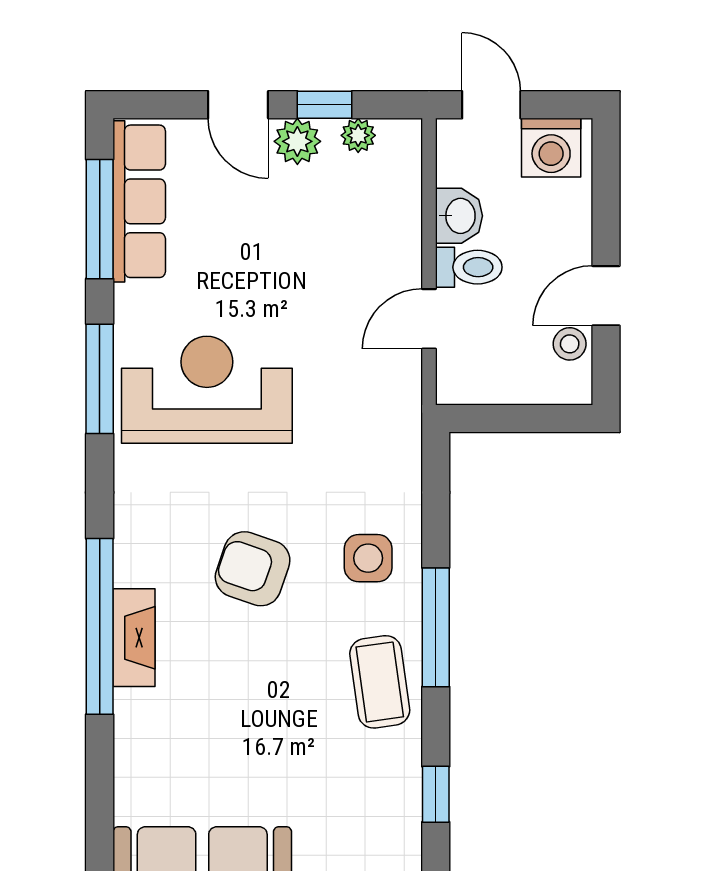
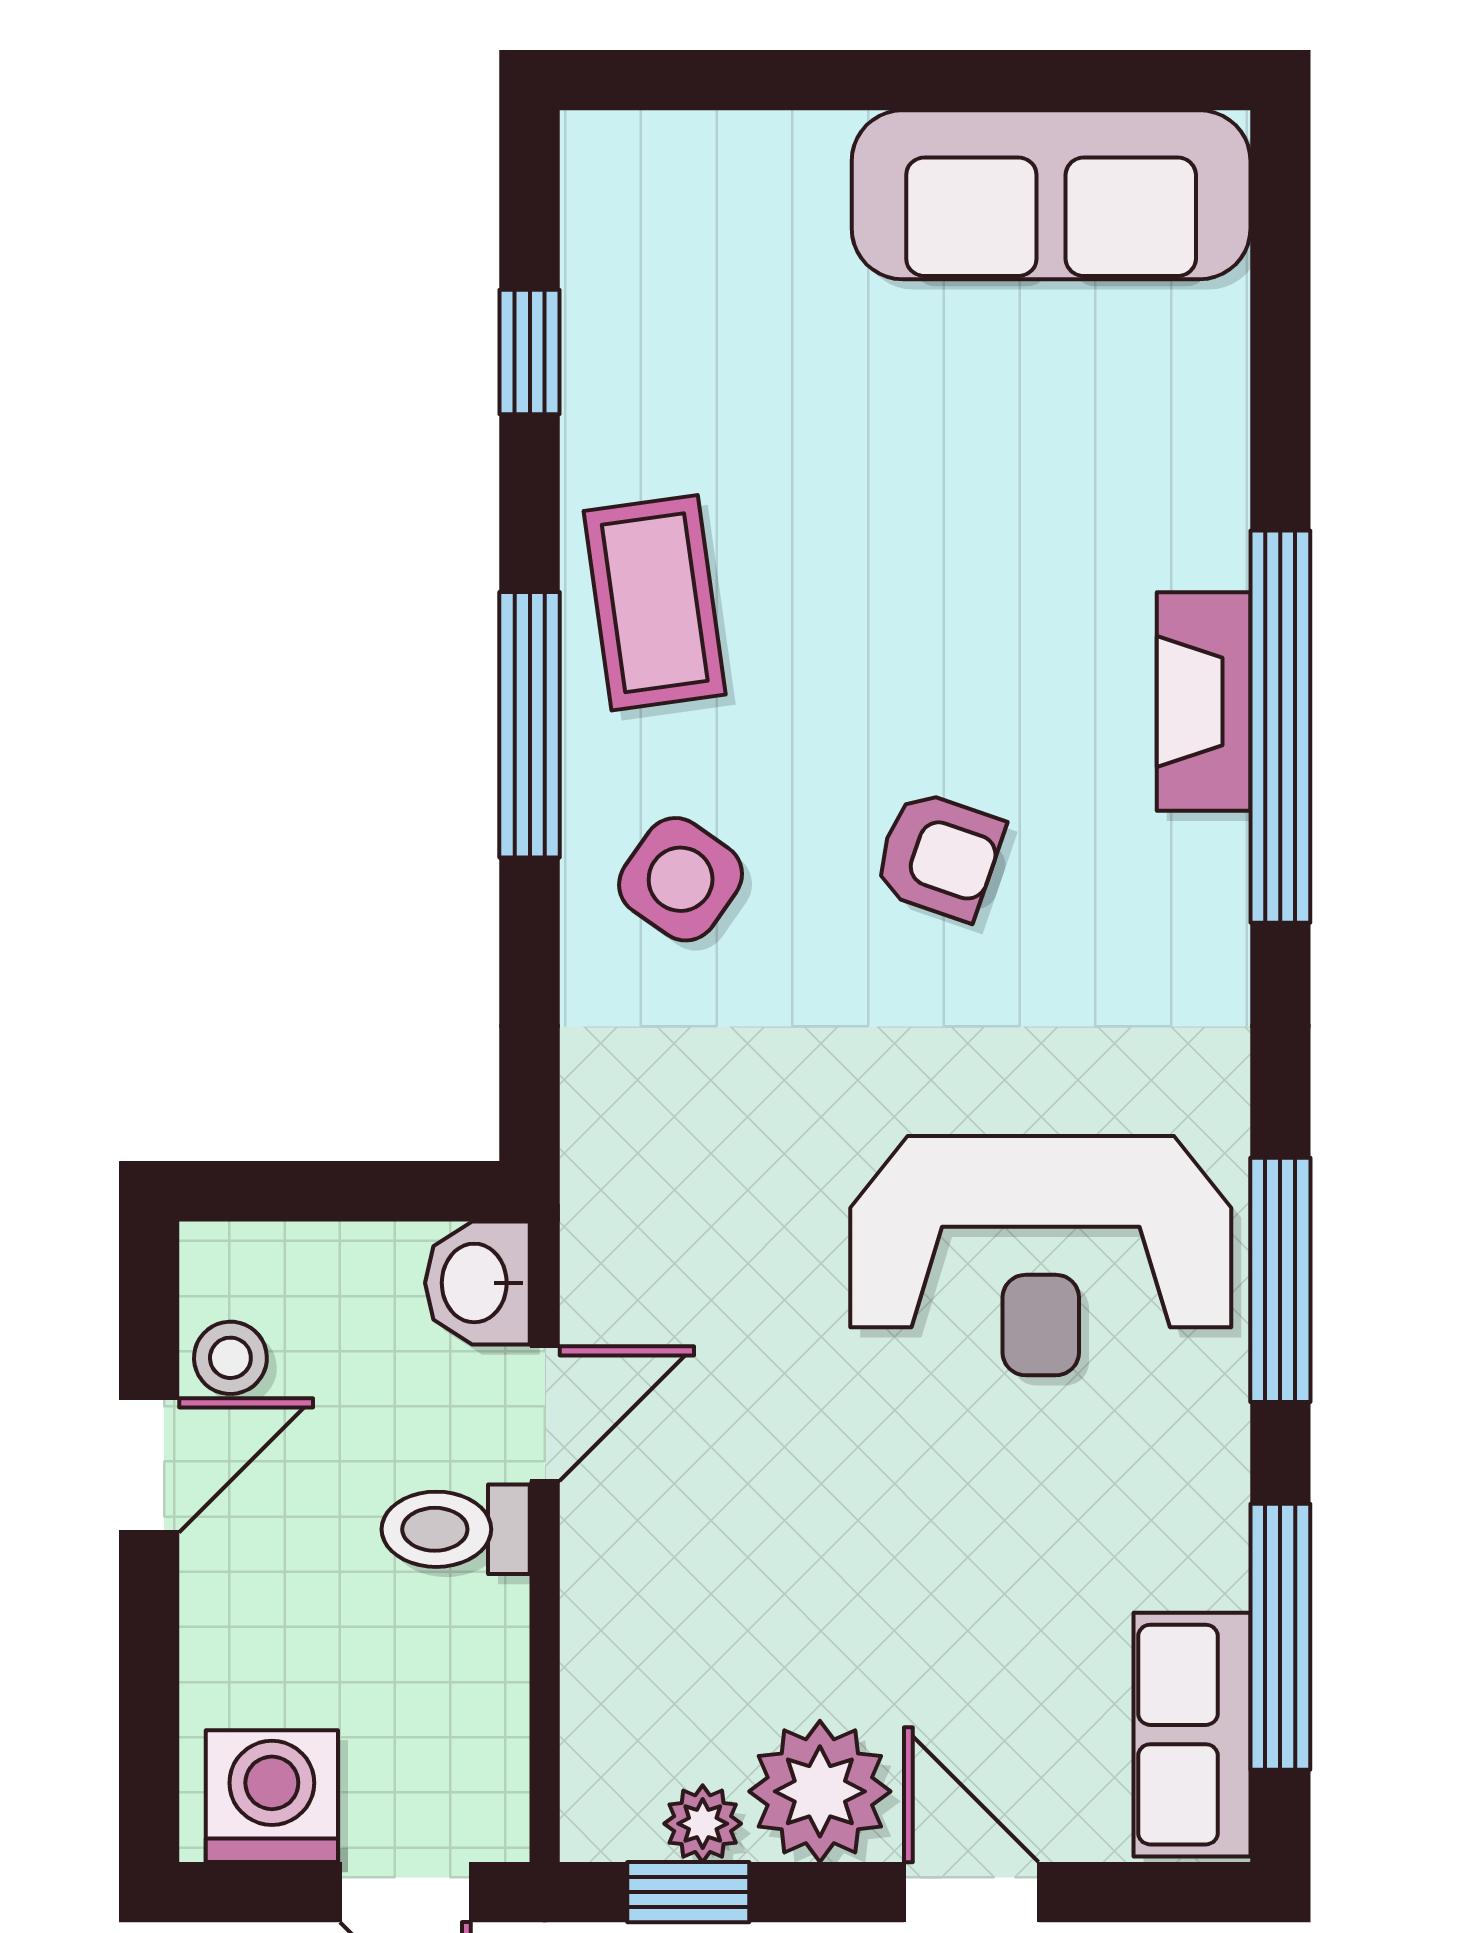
window: (325, 105) -> (688, 1892), moved
plant: (297, 141) -> (820, 1791), width x1.36, depth x1.36
row of seats: (139, 201) -> (1192, 1735), width x0.68
washbasin: (459, 216) -> (477, 1283), moved
side table: (368, 558) -> (681, 879), turned 35
armchair: (253, 569) -> (939, 855), width x0.72, depth x0.72

